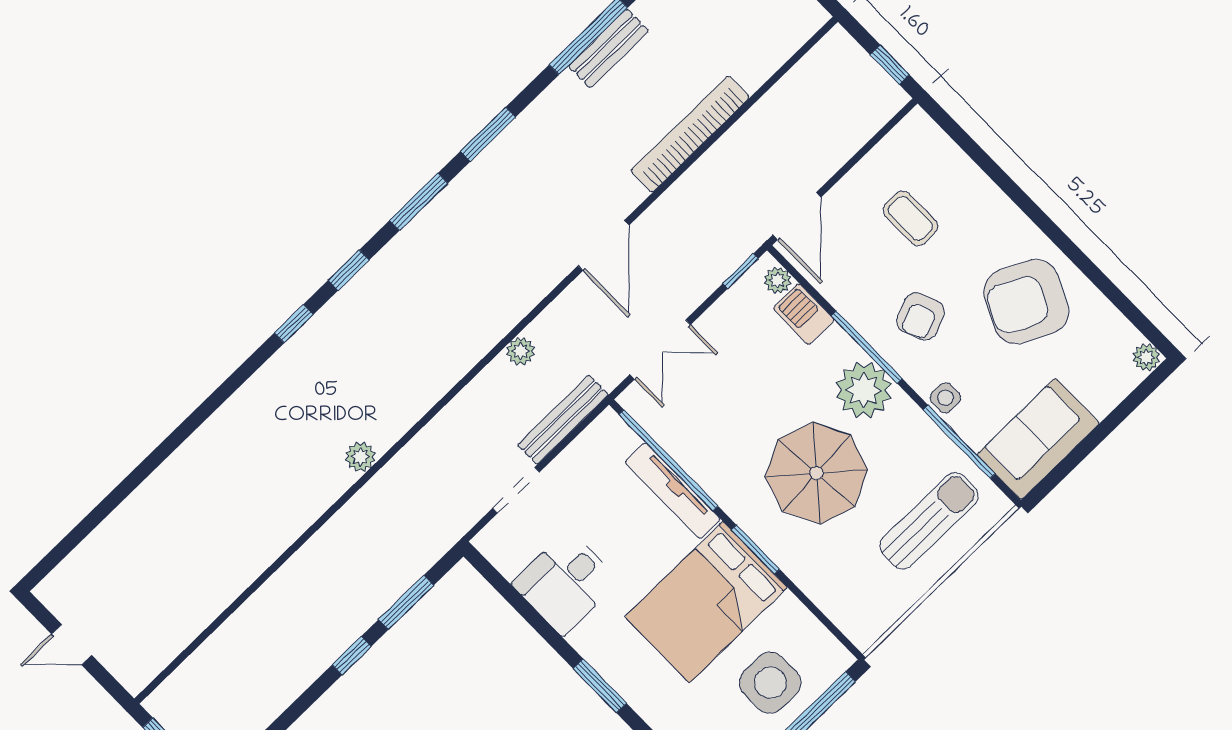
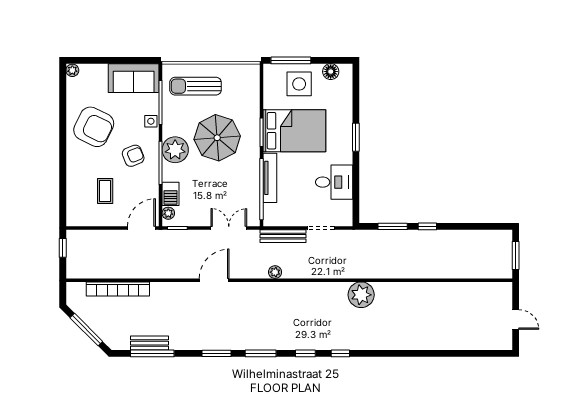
bookcase: (690, 134) -> (118, 289), moved
plant: (360, 457) -> (361, 295), width x1.87, depth x1.87

